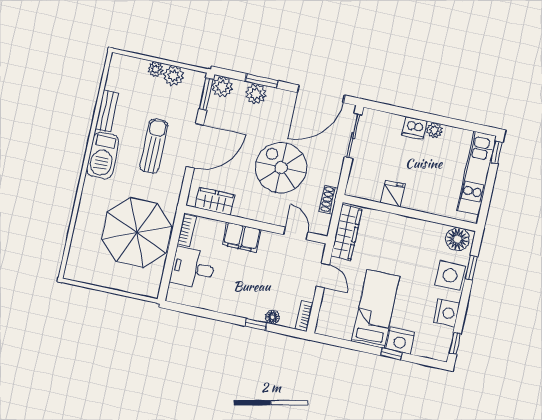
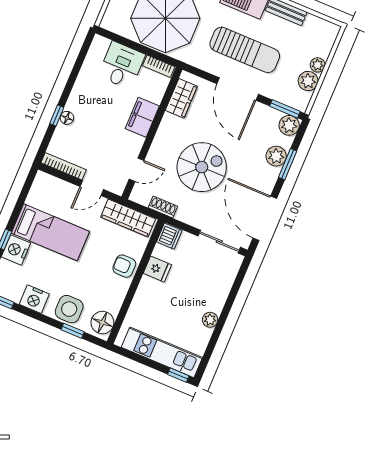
dishwasher: (414, 128) -> (169, 236), moved, turned 180
sun lounger: (154, 146) -> (245, 50), width x1.36, depth x1.34
armchair: (396, 228) -> (124, 266), added
bookcase: (304, 316) -> (64, 166), width x1.56
floor lamp: (272, 317) -> (67, 118), moved

